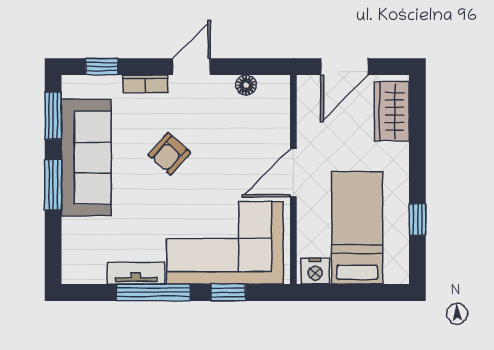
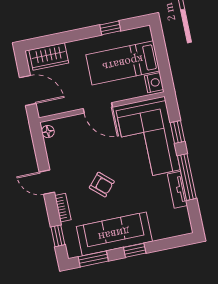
floor lamp: (246, 85) -> (48, 132), moved
window: (53, 185) -> (135, 250), width x0.67

